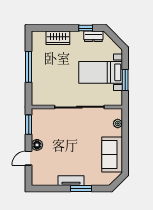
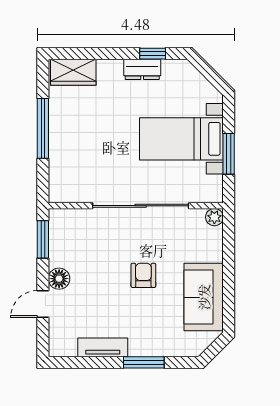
dresser: (93, 36) -> (142, 69), moved
wardrobe: (58, 38) -> (73, 72), moved
plant: (118, 123) -> (214, 217), moved
armchair: (81, 143) -> (143, 275), added
tv unit: (71, 181) -> (103, 347), moved

